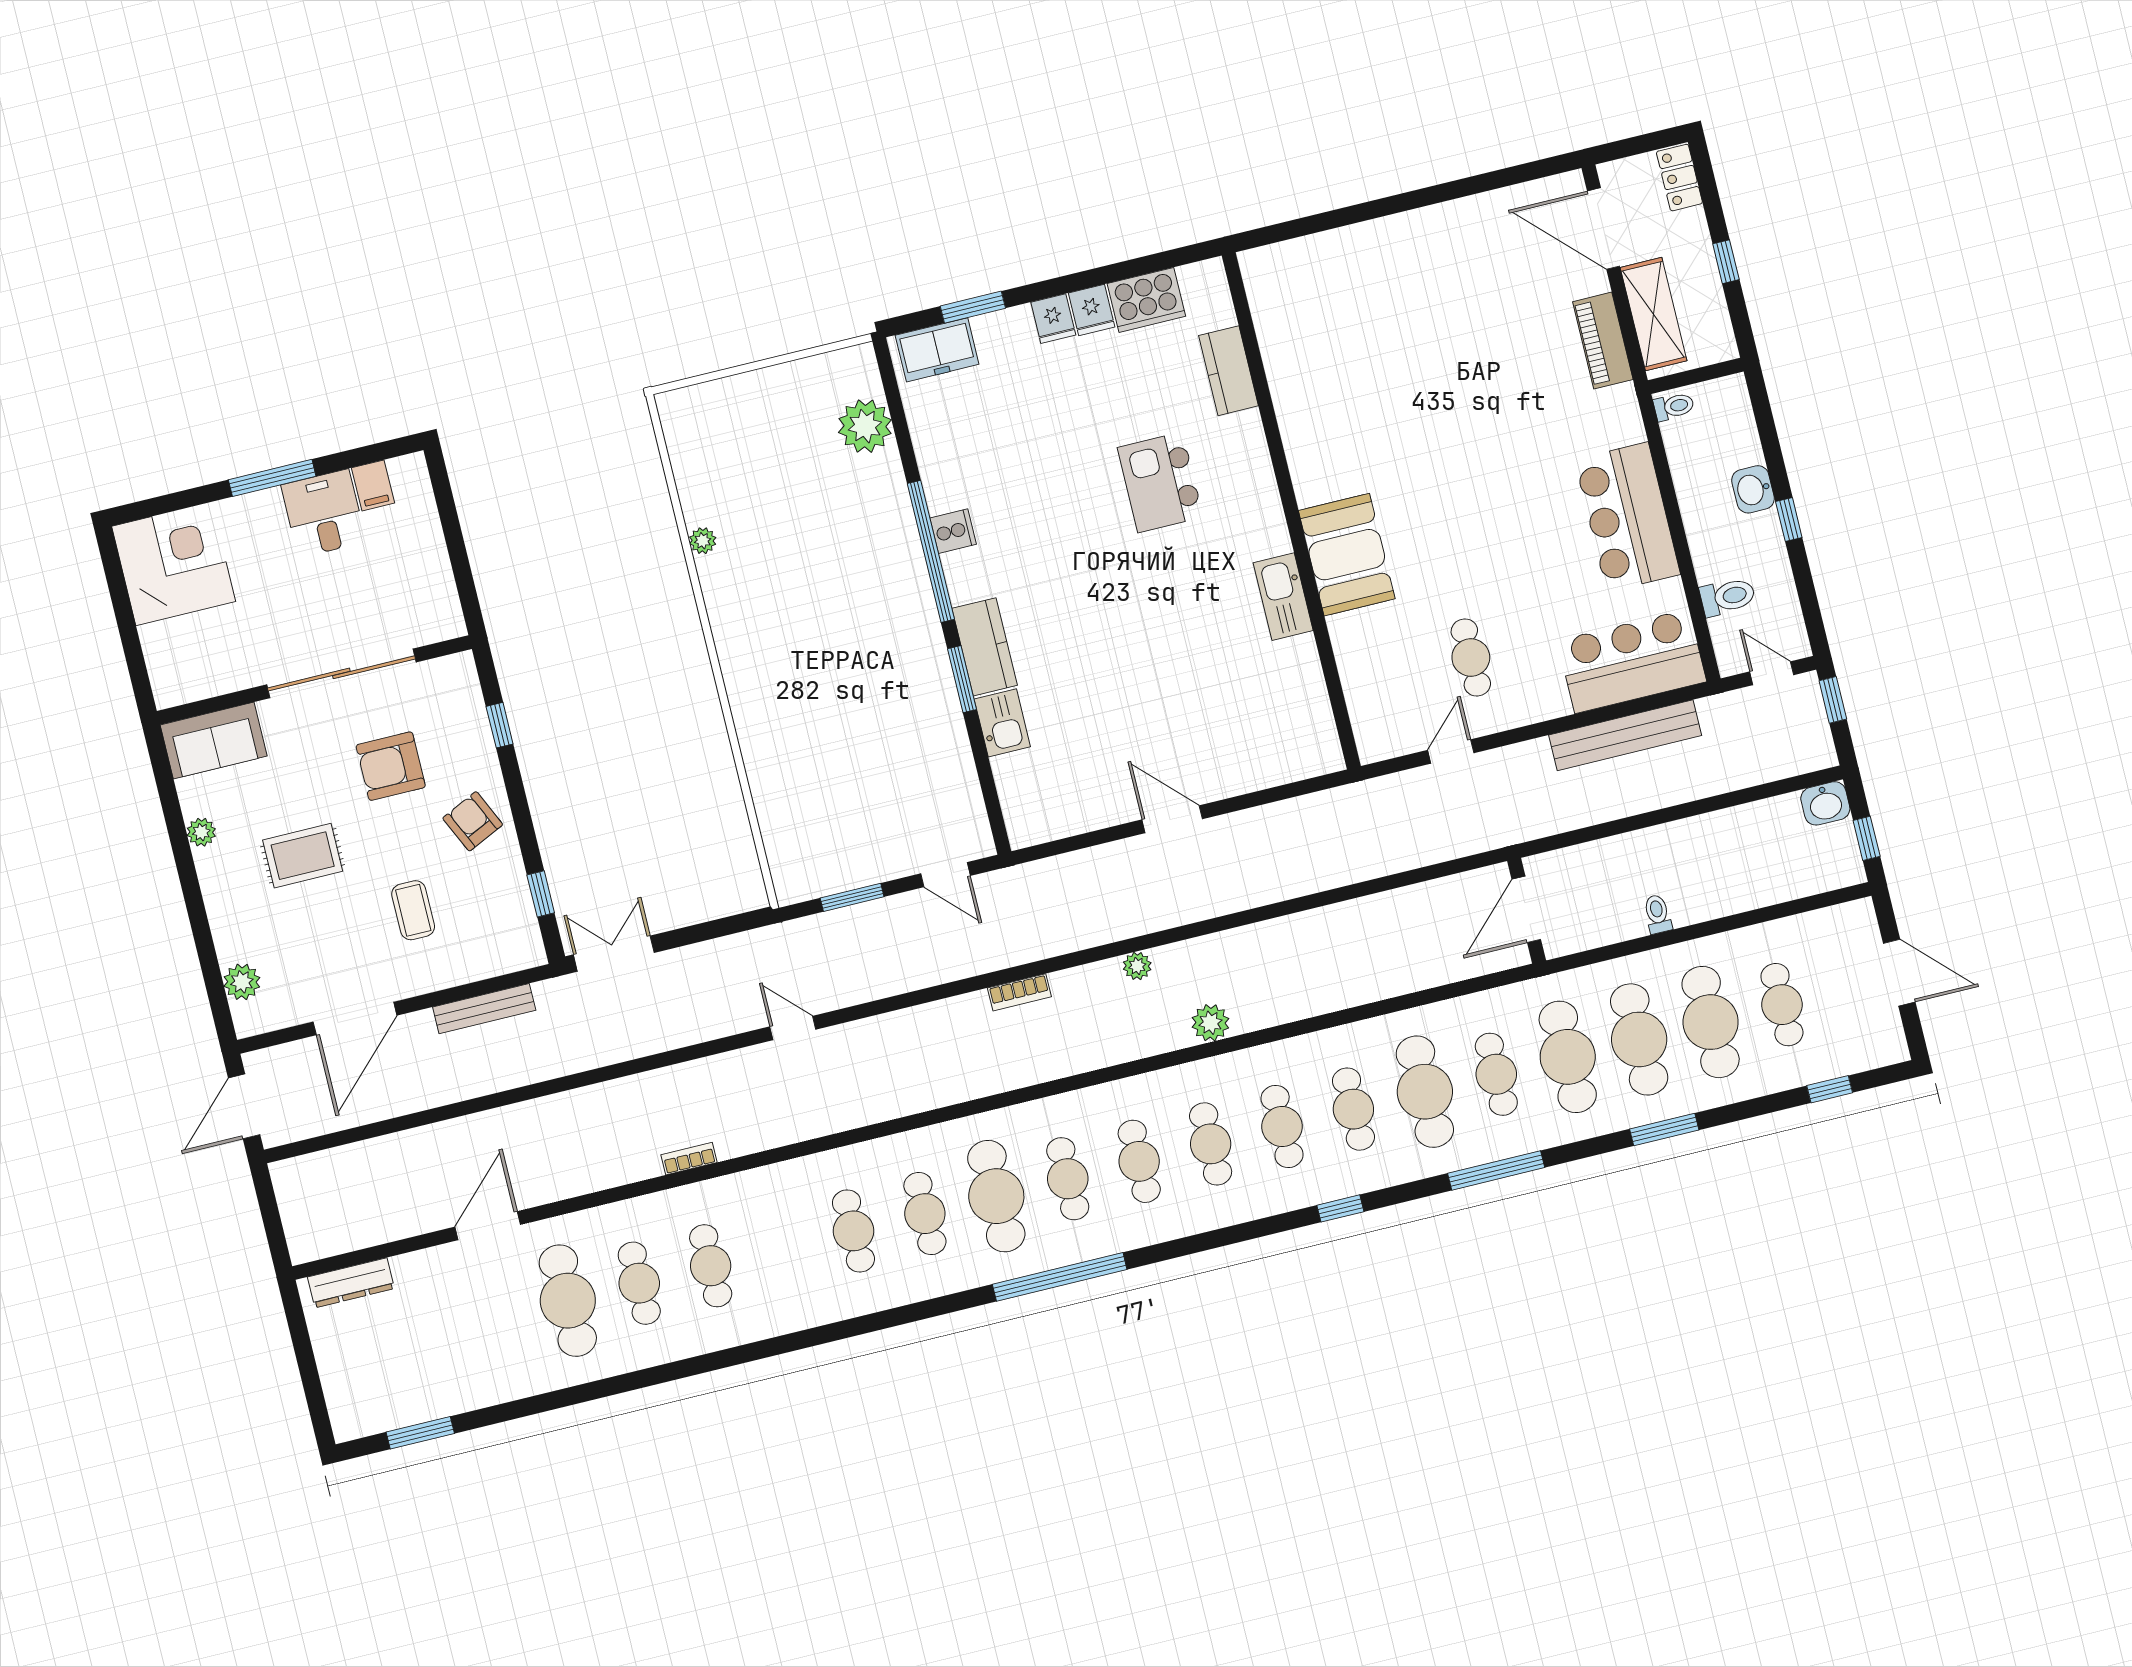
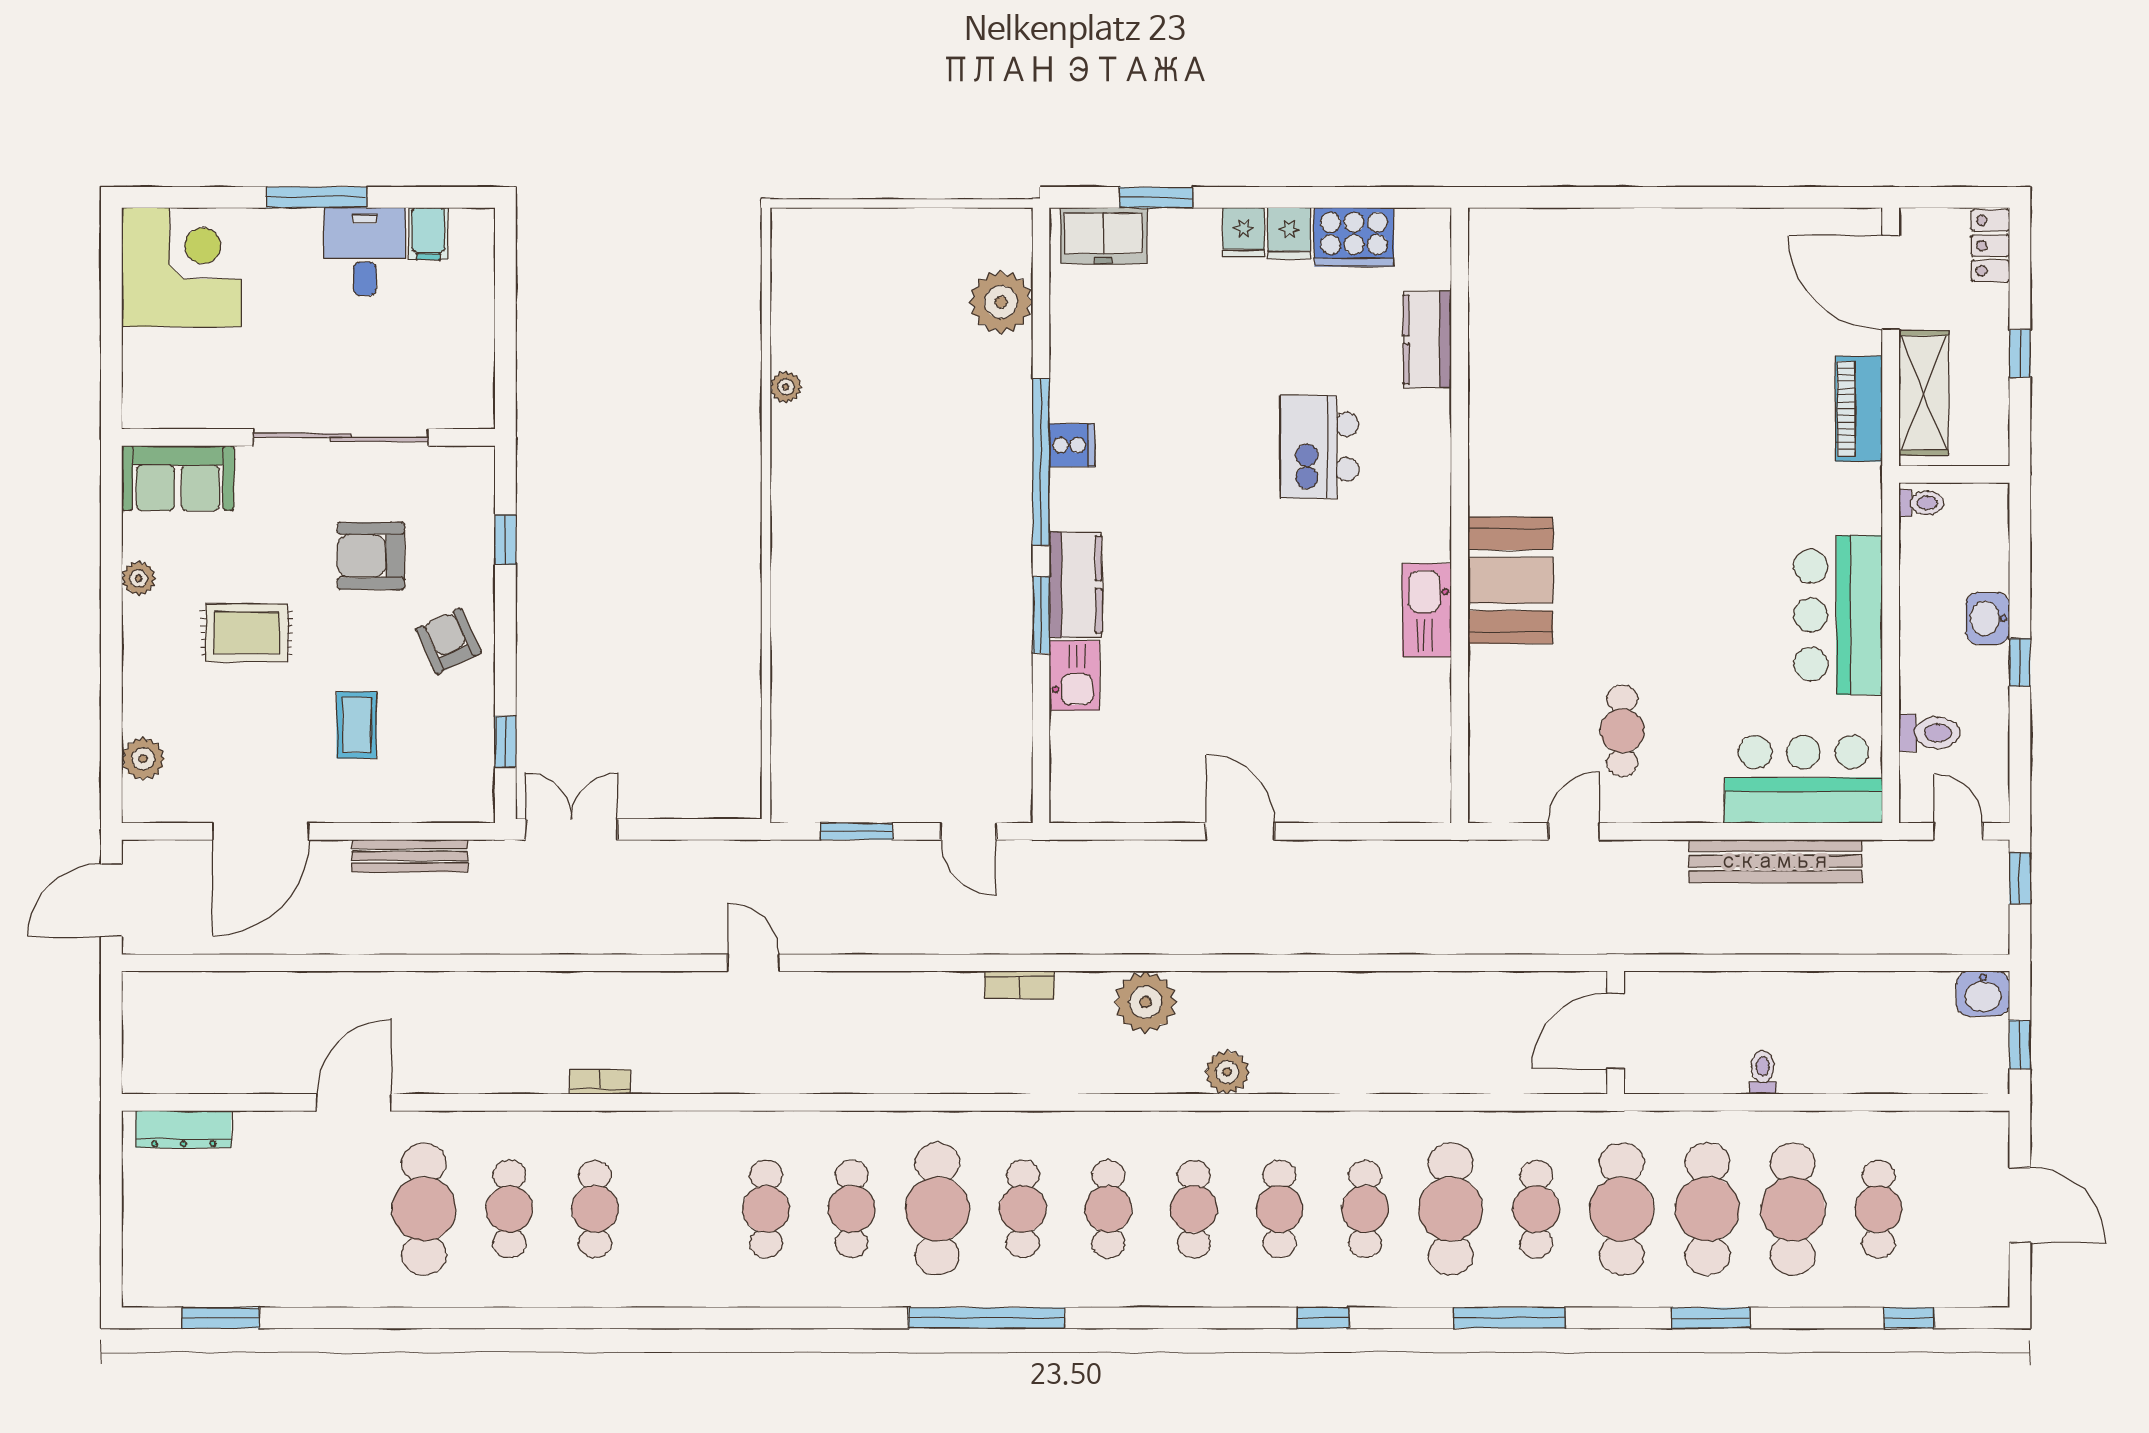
plant: (1137, 966) -> (1145, 1002), width x1.87, depth x1.87

